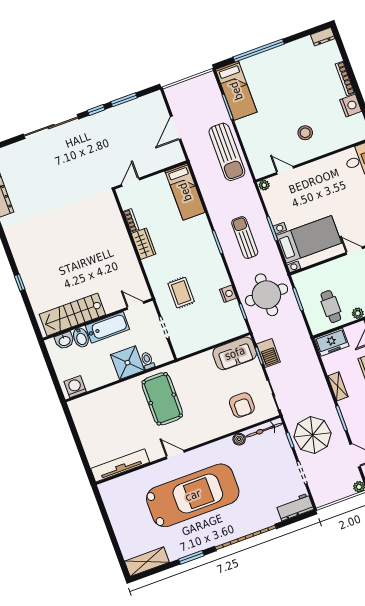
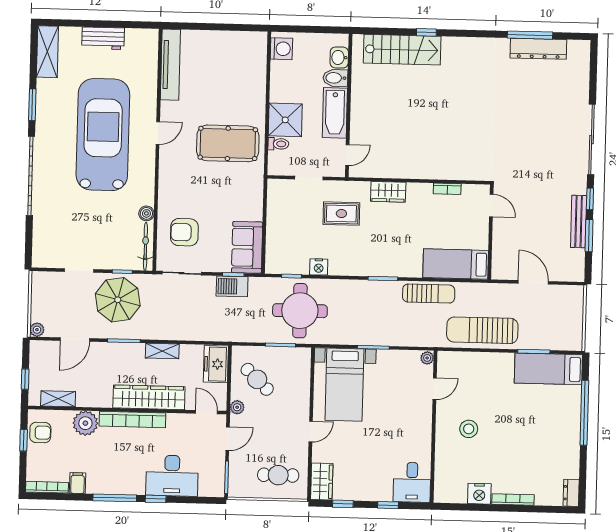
bench: (117, 112) -> (579, 222), added
sun lounger: (245, 238) -> (429, 294), moved
wardrobe: (144, 244) -> (388, 192), moved
cafe table: (331, 307) -> (257, 379), turned 44
stairs: (72, 315) -> (402, 50), moved, turned 90
car: (193, 495) -> (103, 135), turned 180
workbench: (295, 507) -> (103, 38), moved, turned 90

